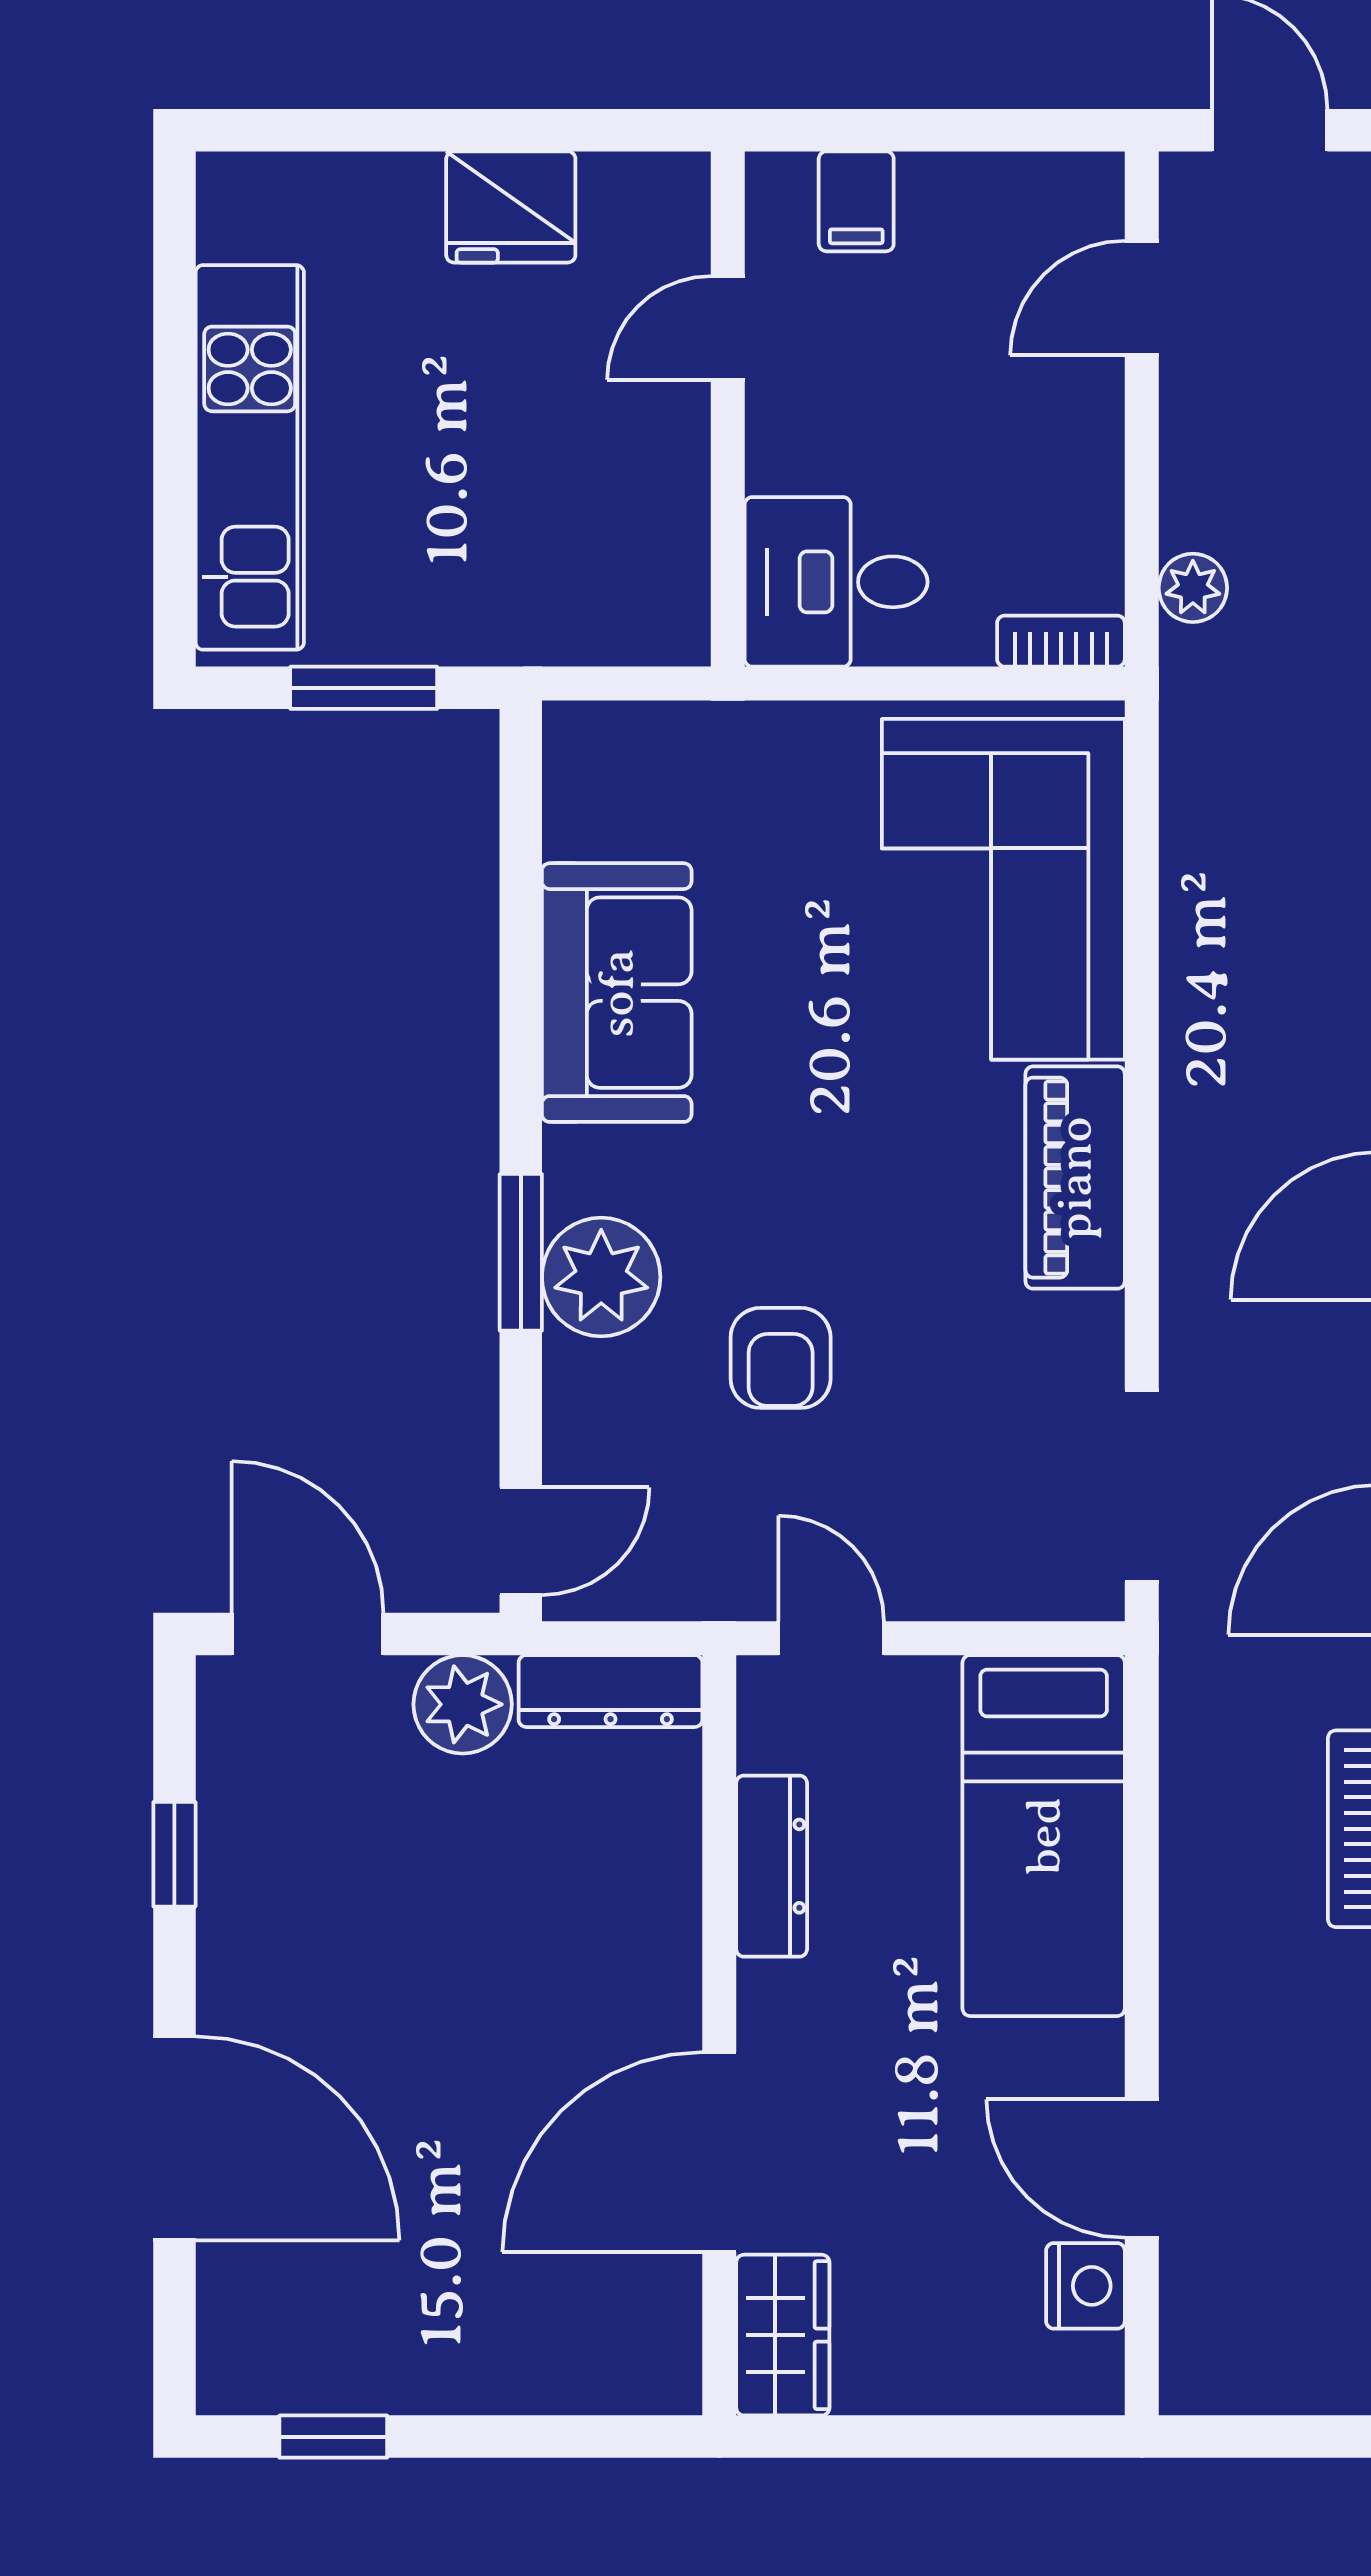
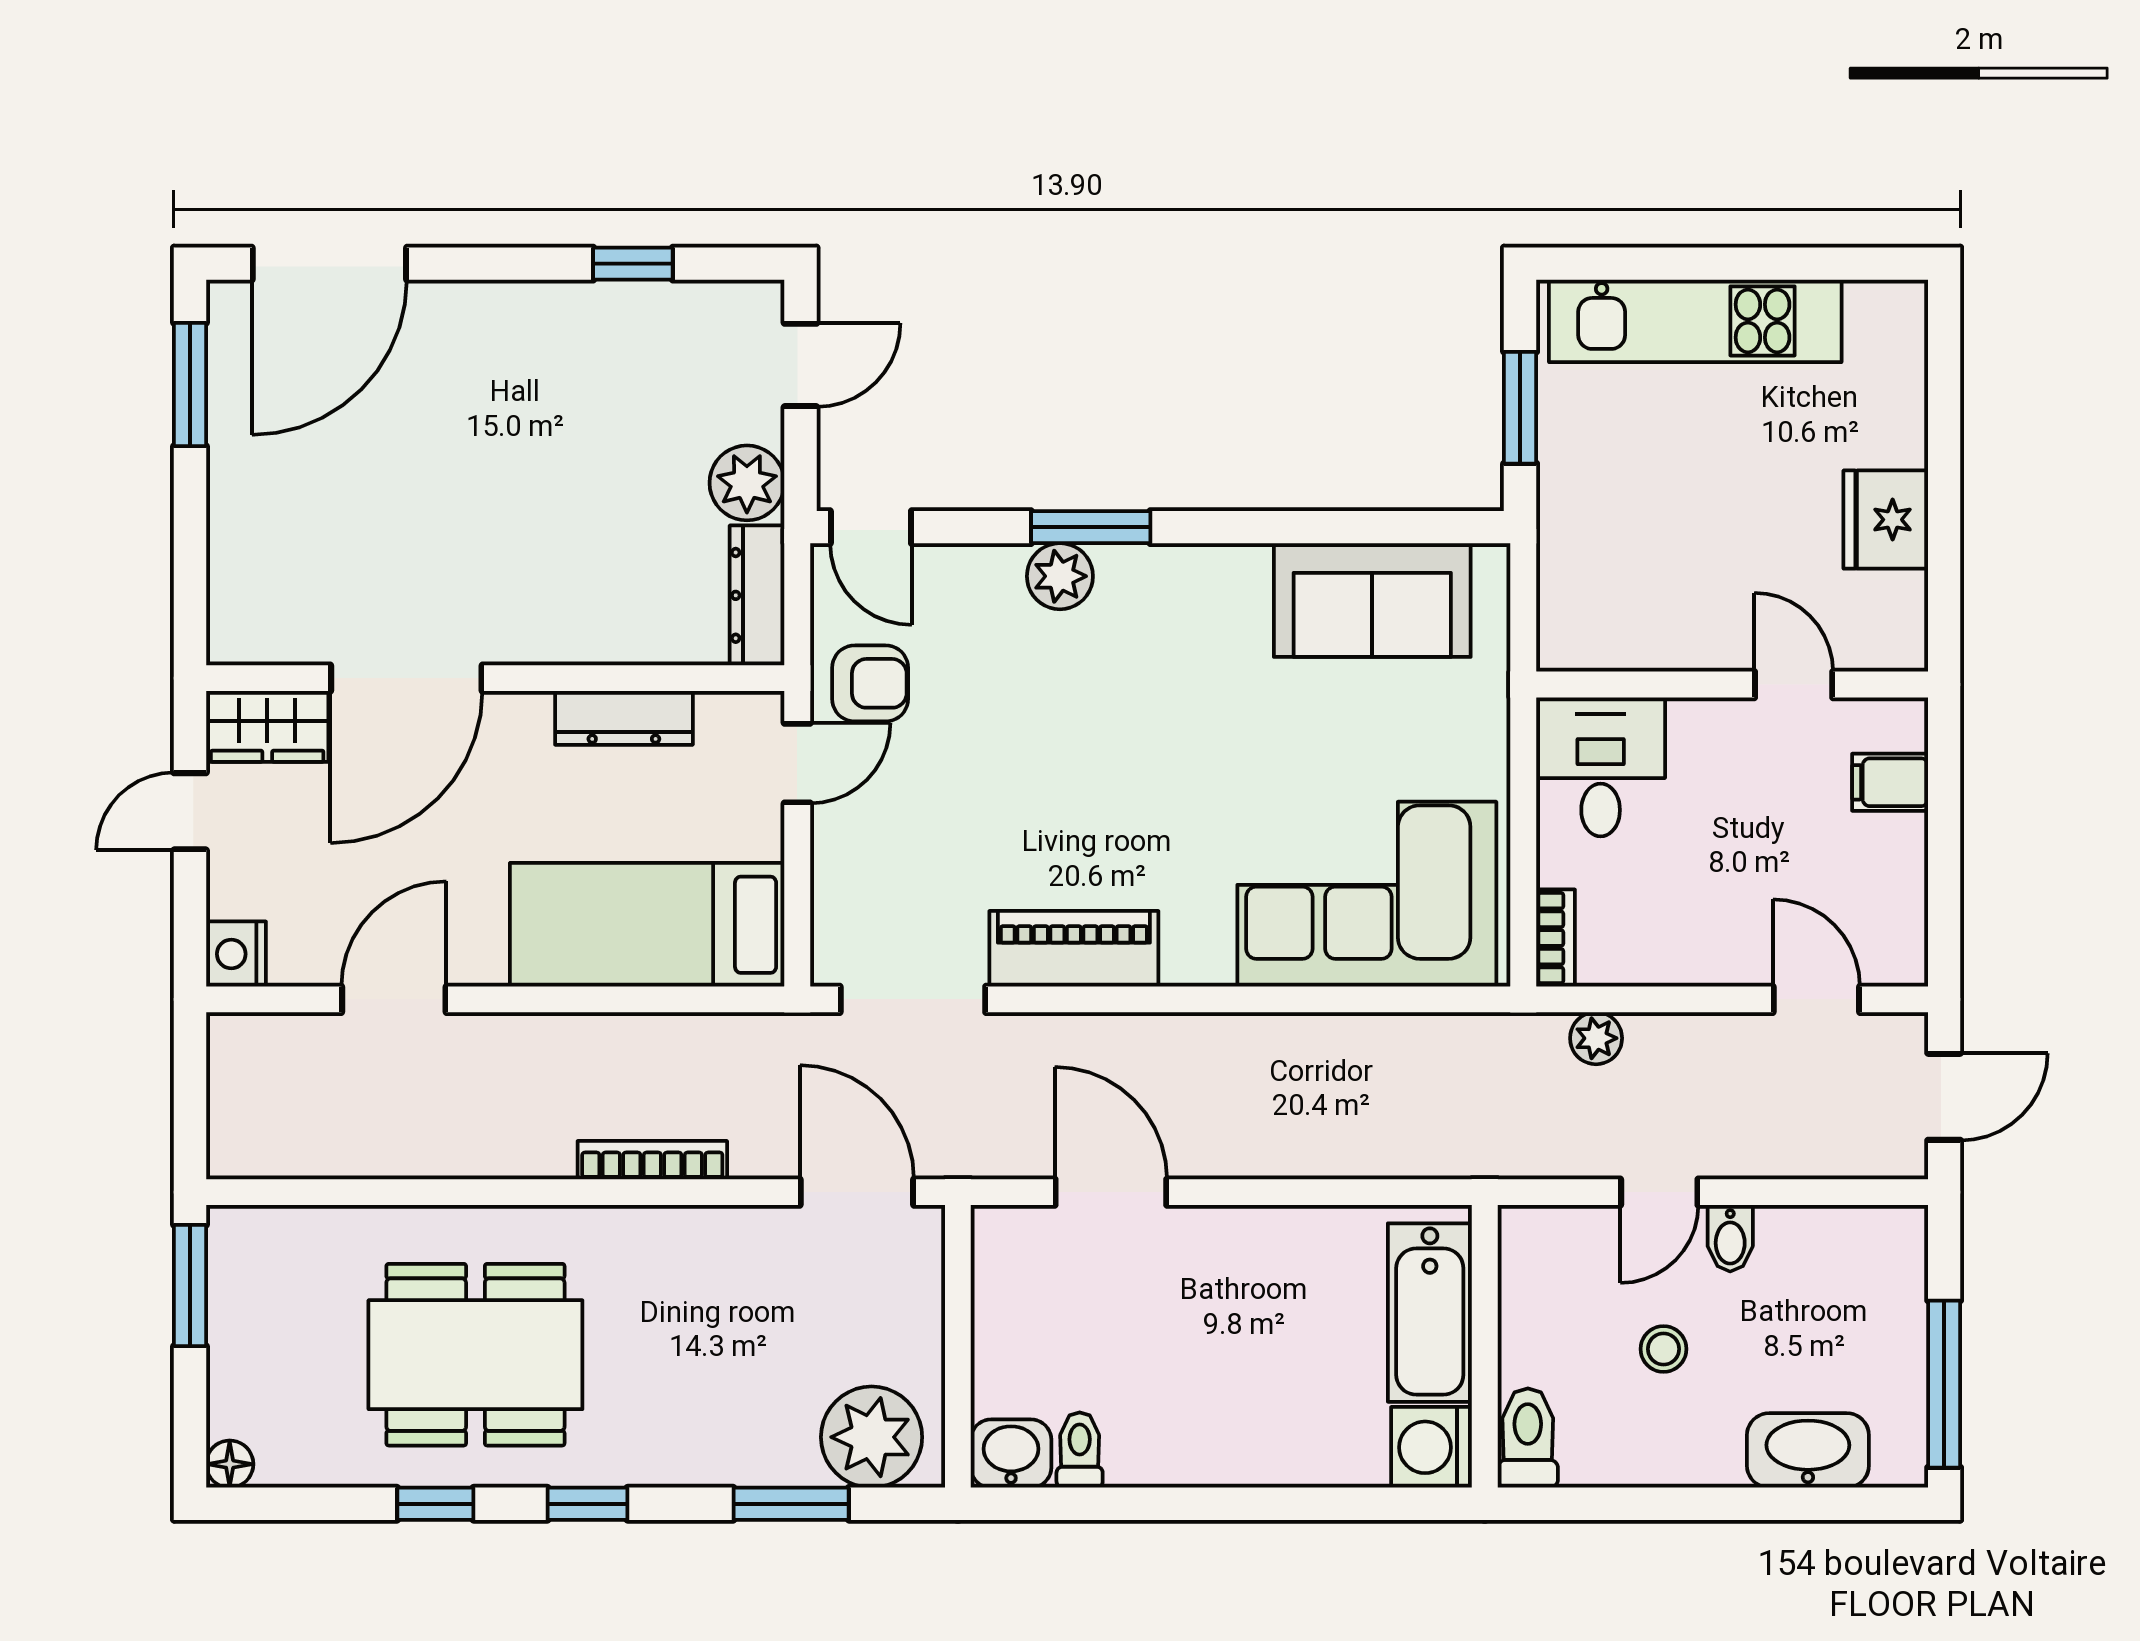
sofa: (617, 993) -> (1372, 600), moved
piano: (1075, 1178) -> (1074, 949), moved
plant: (601, 1277) -> (1060, 576), width x0.73, depth x0.73
armchair: (781, 1358) -> (870, 683), moved, turned 180
door: (308, 1634) -> (800, 365), width x0.73
door: (174, 2138) -> (329, 264), moved
door: (719, 2152) -> (406, 678), swing flipped
nightstand: (1085, 2286) -> (236, 954), moved, turned 90
window: (333, 2437) -> (190, 385), width x1.50
door: (894, 2437) -> (190, 811), added

